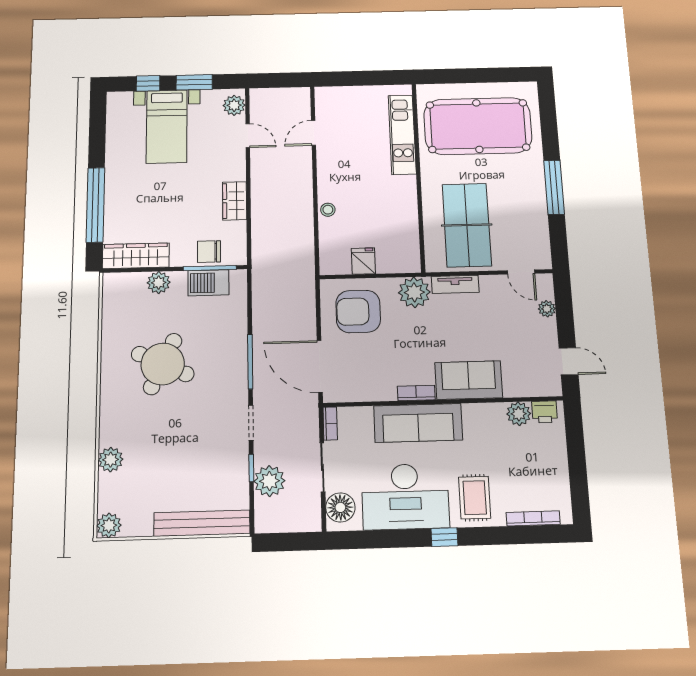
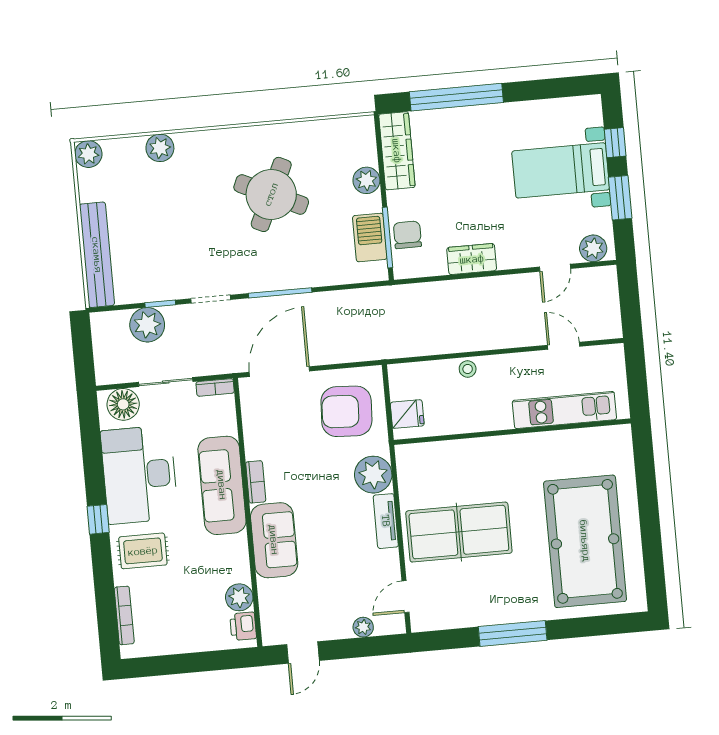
kitchen unit: (402, 135) -> (564, 410), moved
wall: (418, 176) -> (512, 432), moved
armchair: (358, 311) -> (346, 411), turned -87

